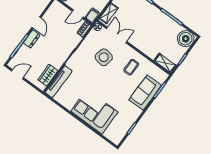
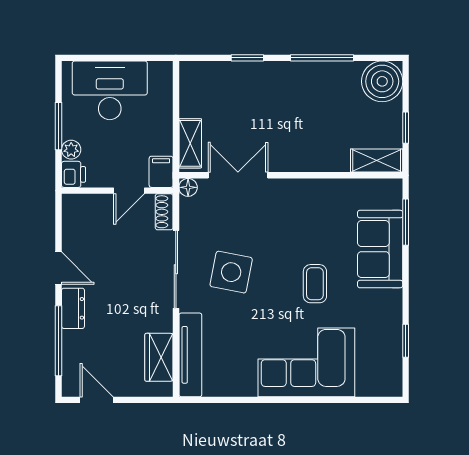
side table: (104, 57) -> (231, 272), moved
coffee table: (131, 67) -> (315, 284), moved
door: (18, 74) -> (97, 400), hinge flipped

